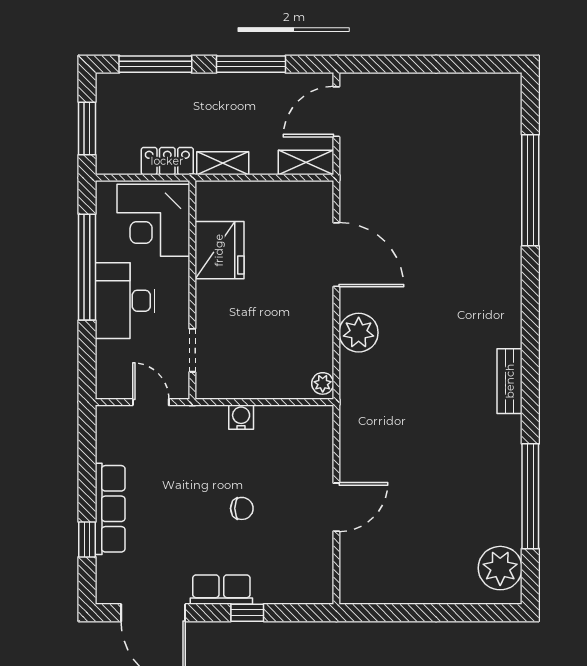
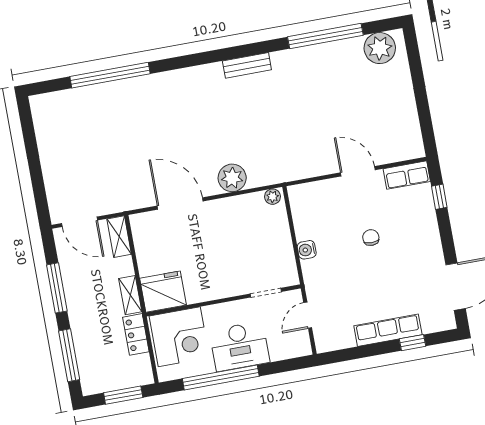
fridge: (219, 250) -> (163, 292), moved
door: (336, 255) -> (180, 203), hinge flipped
row of seats: (221, 590) -> (407, 175), moved, turned -90
window: (247, 613) -> (439, 197), moved

